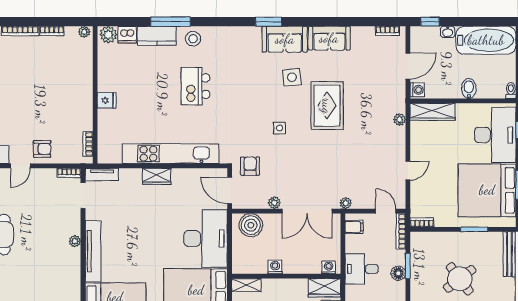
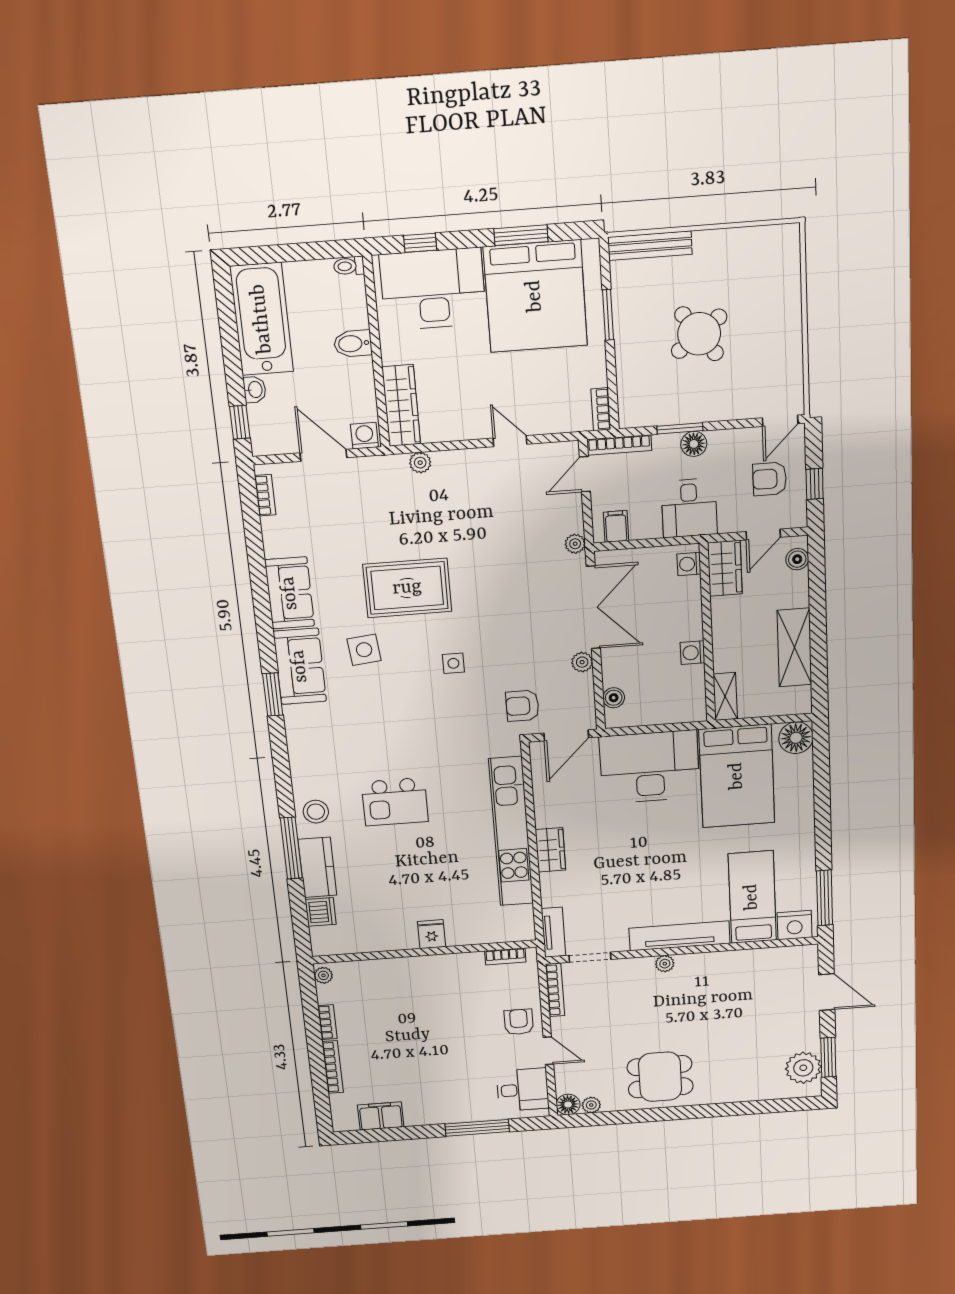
plant: (108, 35) -> (324, 940), removed
bookcase: (69, 173) -> (555, 990), width x1.56
boiler: (251, 225) -> (614, 698), width x0.54, depth x0.54

